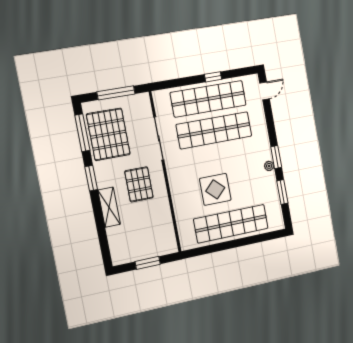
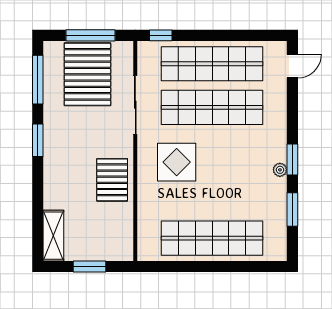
window: (213, 77) -> (161, 35), moved
pallet: (108, 134) -> (87, 74), moved
pallet: (139, 184) -> (112, 180), moved
display table: (215, 189) -> (177, 162), moved
shelving: (109, 207) -> (53, 236), moved

